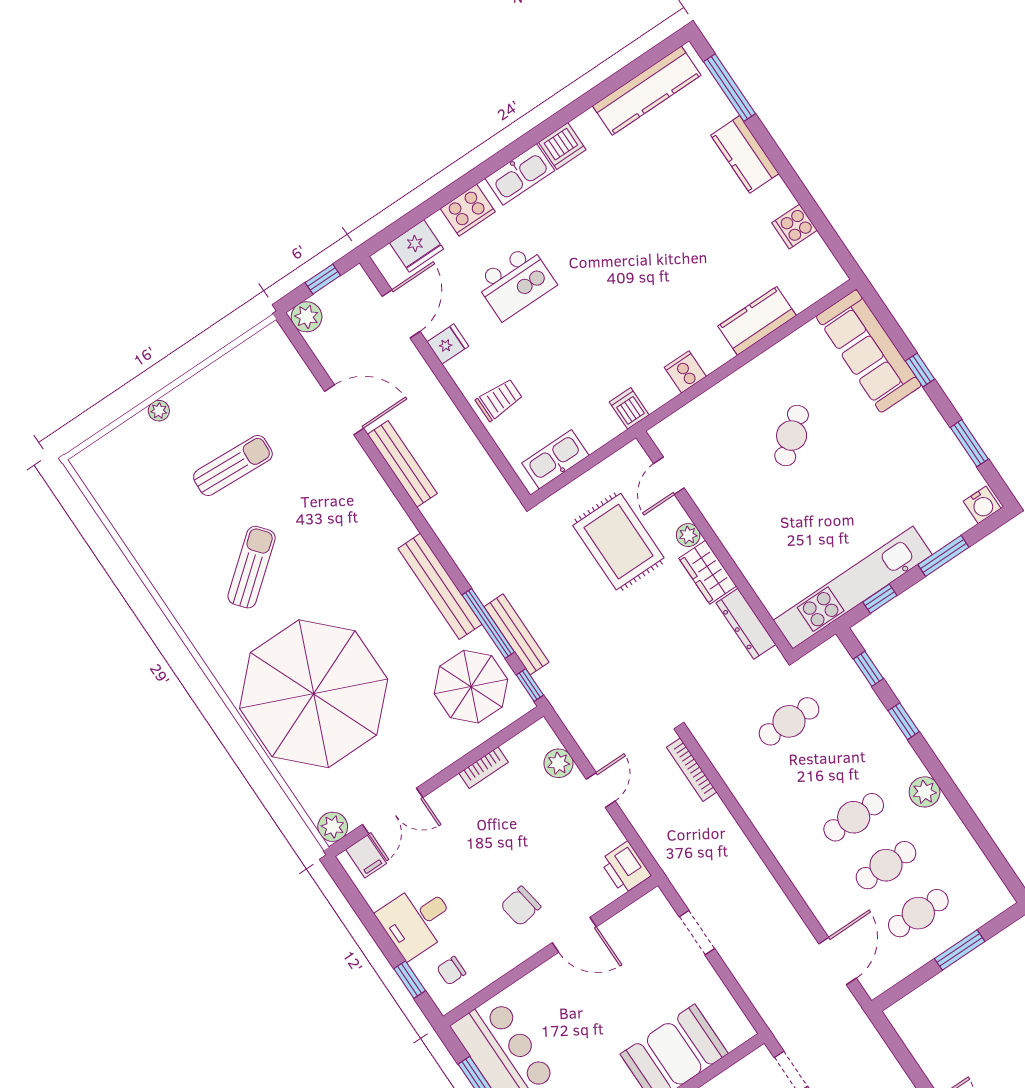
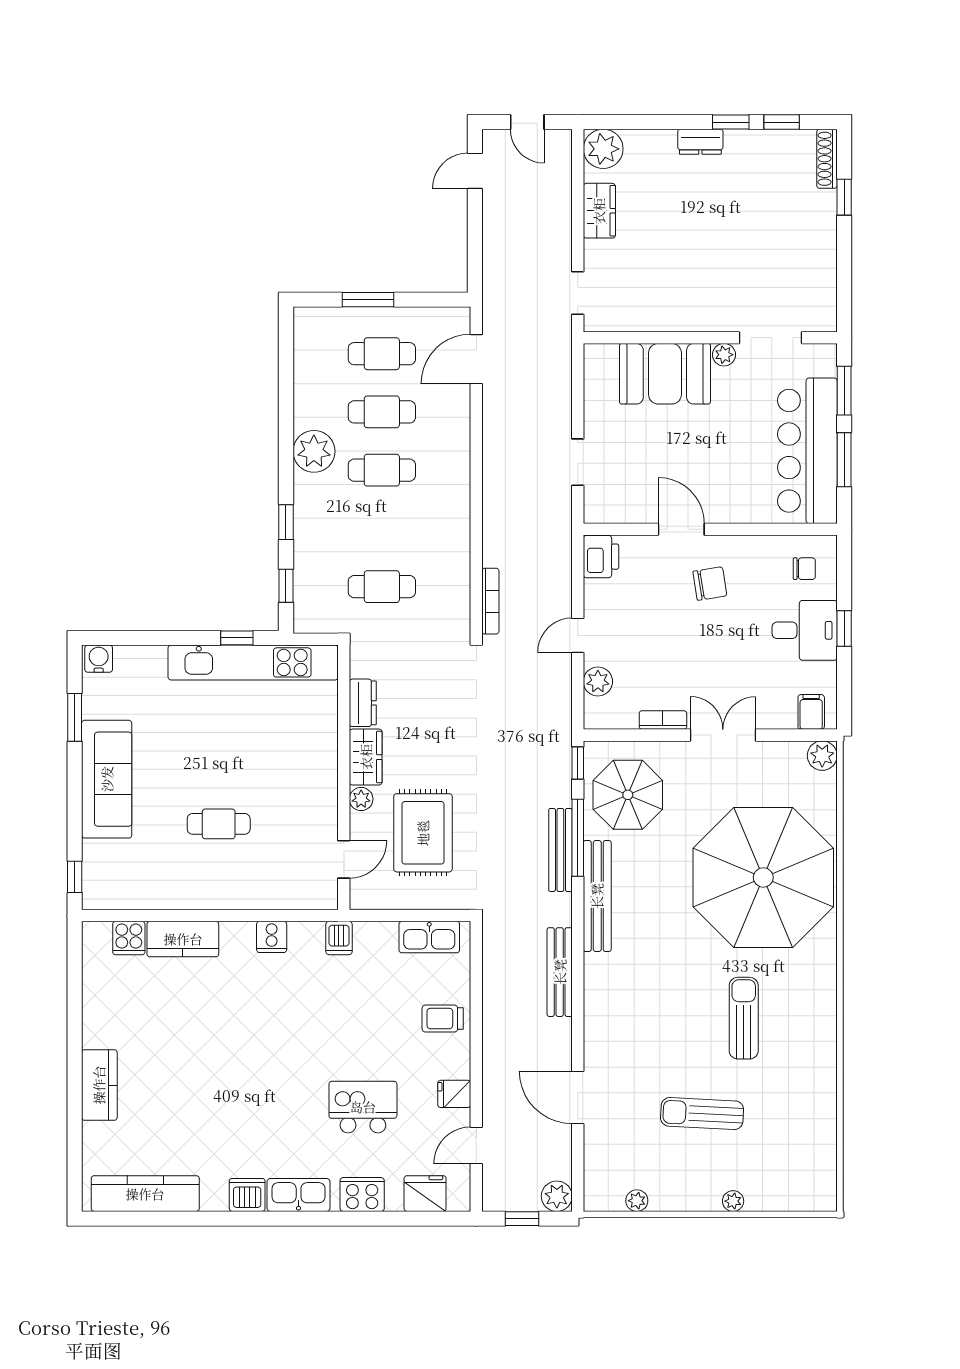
window: (729, 88) -> (75, 1149), removed
cooker: (795, 227) -> (129, 938), moved, turned 90
door: (401, 314) -> (476, 1145), width x0.73
sofa: (869, 351) -> (107, 779), moved
plant: (238, 358) -> (637, 1201), added
window: (920, 370) -> (75, 877), moved
cafe table: (792, 436) -> (219, 824), turned 39
bench: (402, 464) -> (560, 972), moved
window: (943, 556) -> (160, 638), removed
sun lounger: (252, 567) -> (744, 1018), turned 129
dresser: (746, 624) -> (363, 703), width x0.70
bench: (516, 634) -> (560, 850), moved
plant: (925, 792) -> (314, 451), width x1.36, depth x1.36
double door: (393, 811) -> (723, 735), moved
window: (410, 980) -> (844, 629), moved

